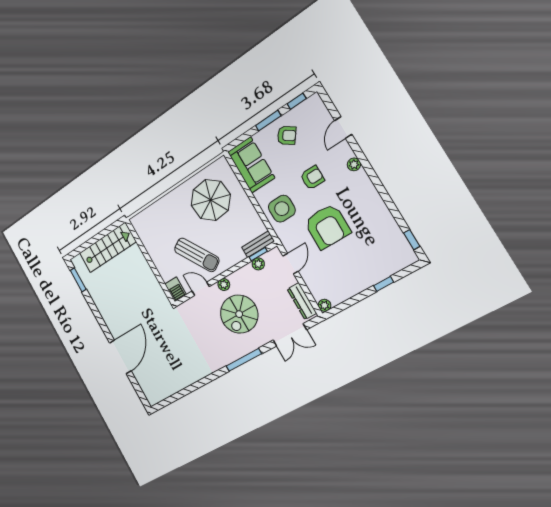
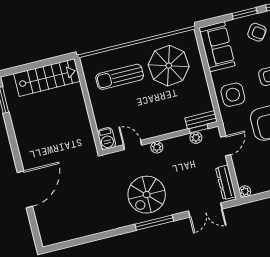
sun lounger: (197, 255) -> (120, 77), moved, turned 122
spiral stairs: (239, 314) -> (147, 195), moved

